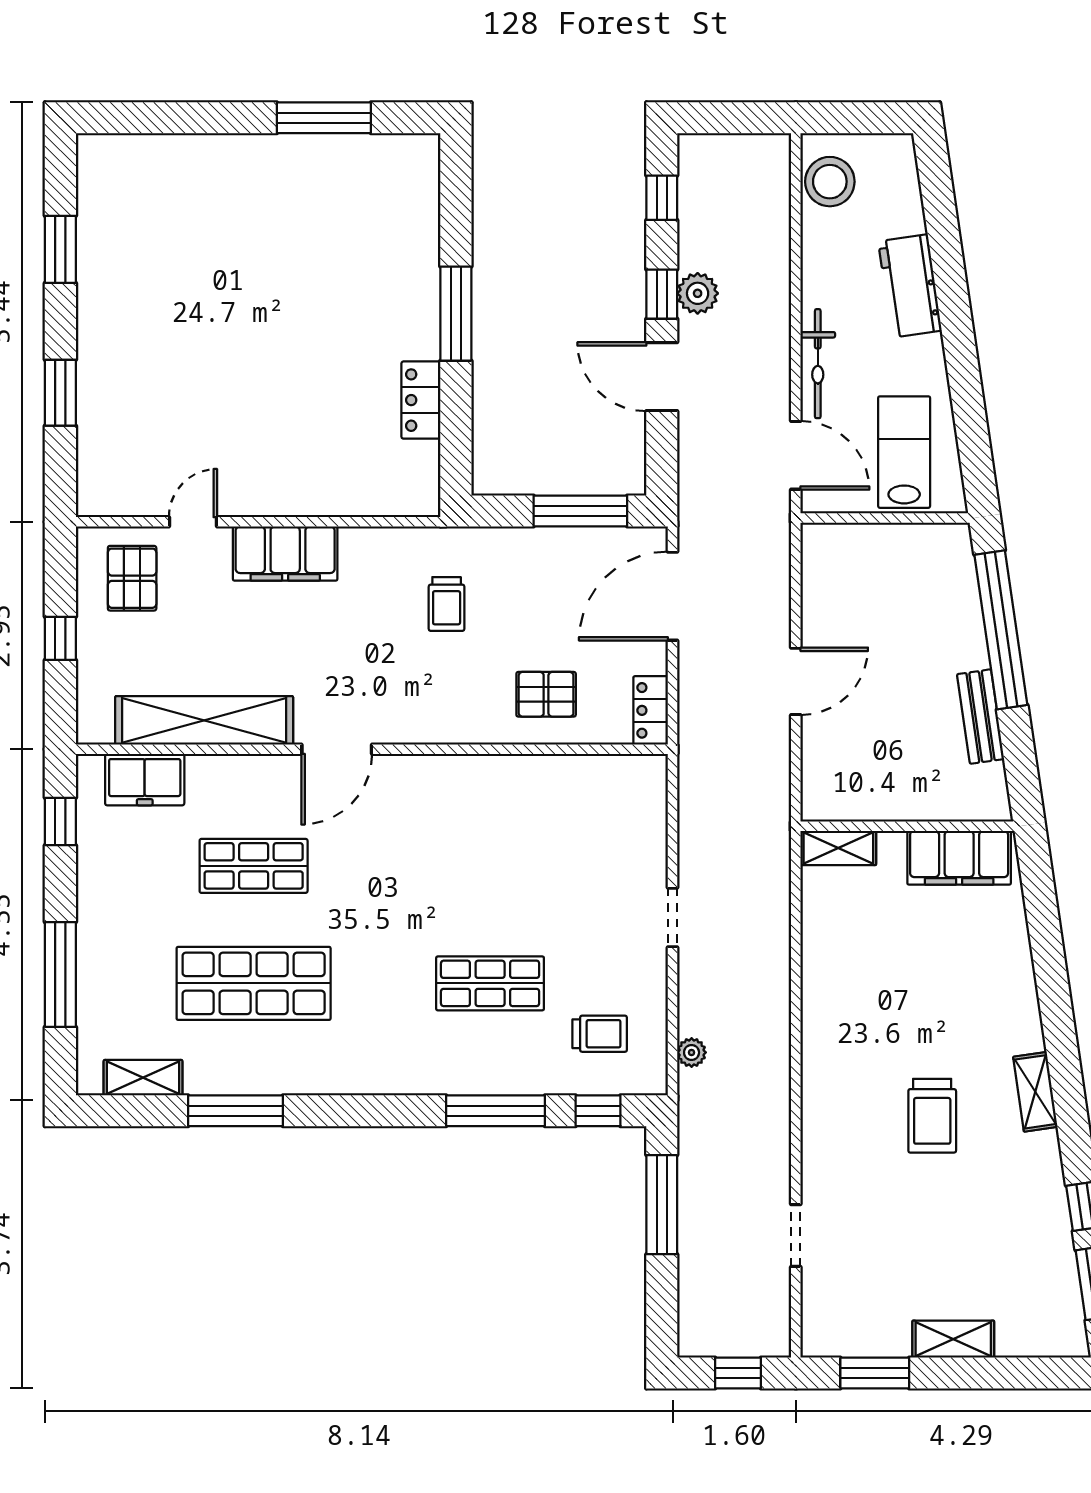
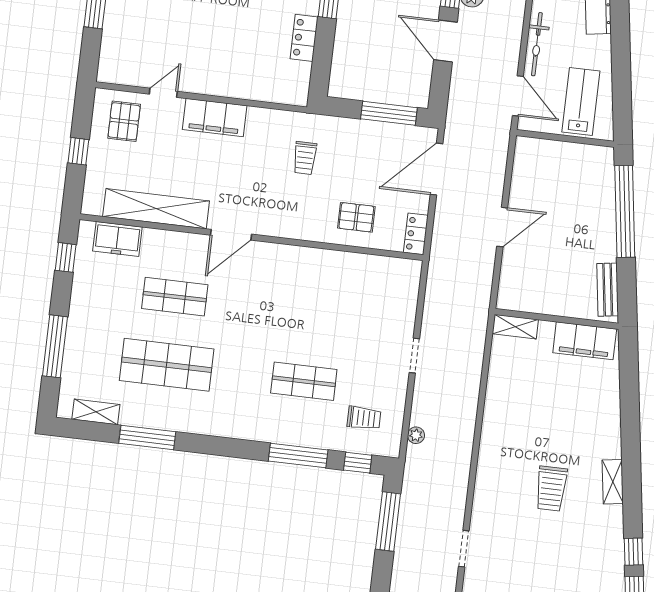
bench: (980, 717) -> (608, 290), moved

